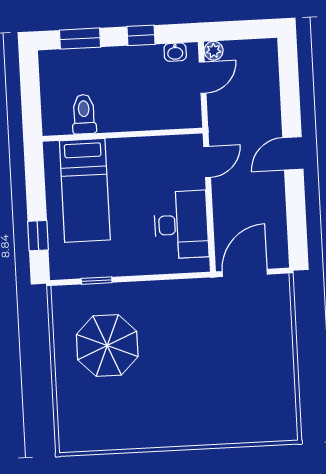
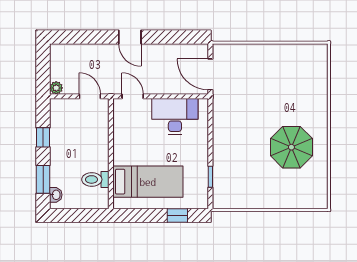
washbasin: (175, 52) -> (56, 195), moved
door: (203, 78) -> (90, 96), moved
parasol: (107, 345) -> (291, 147), moved

